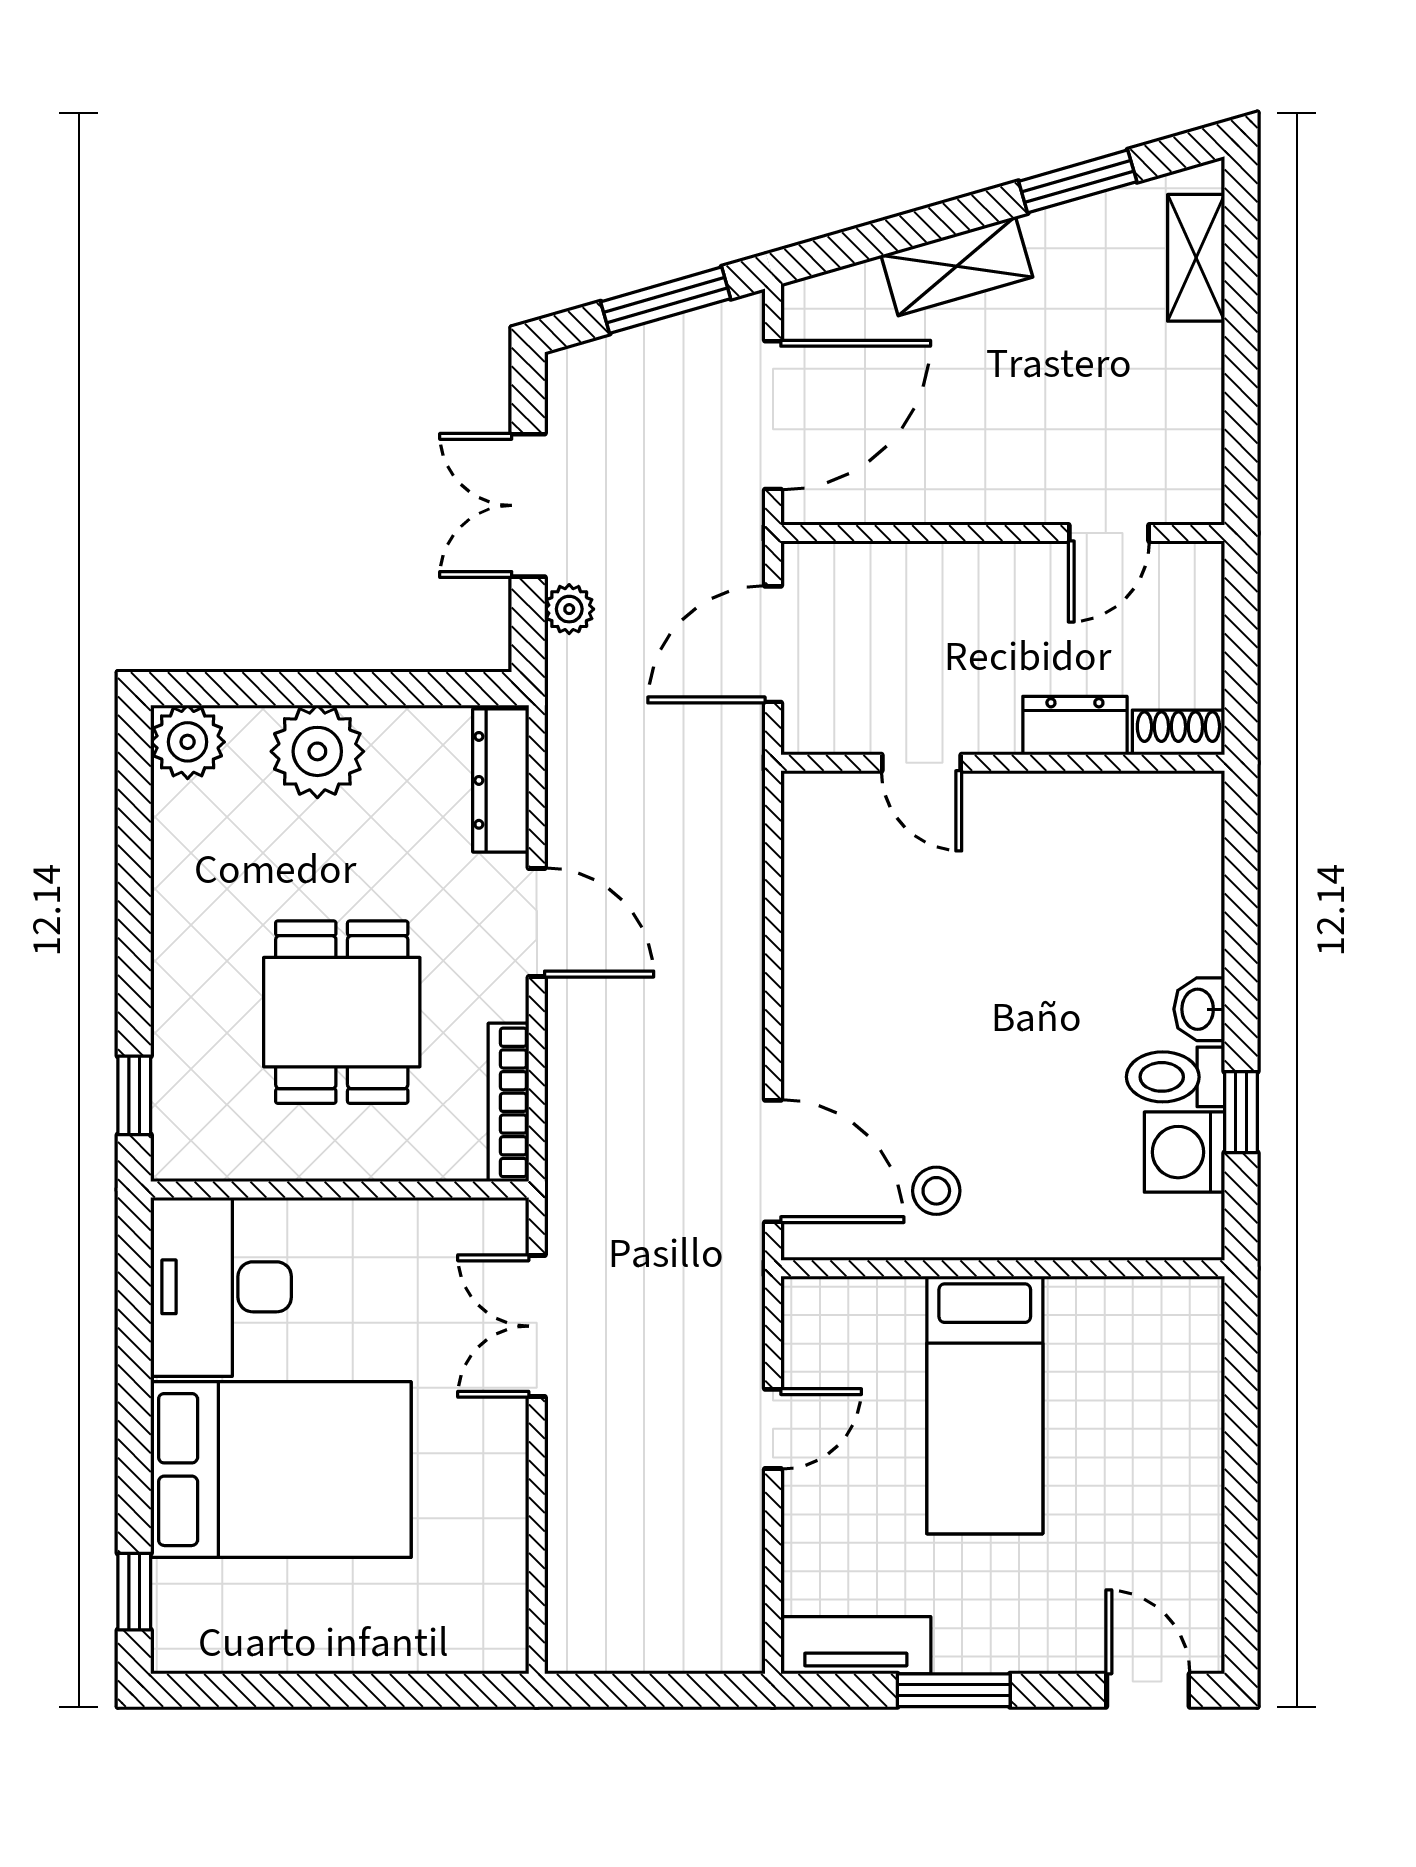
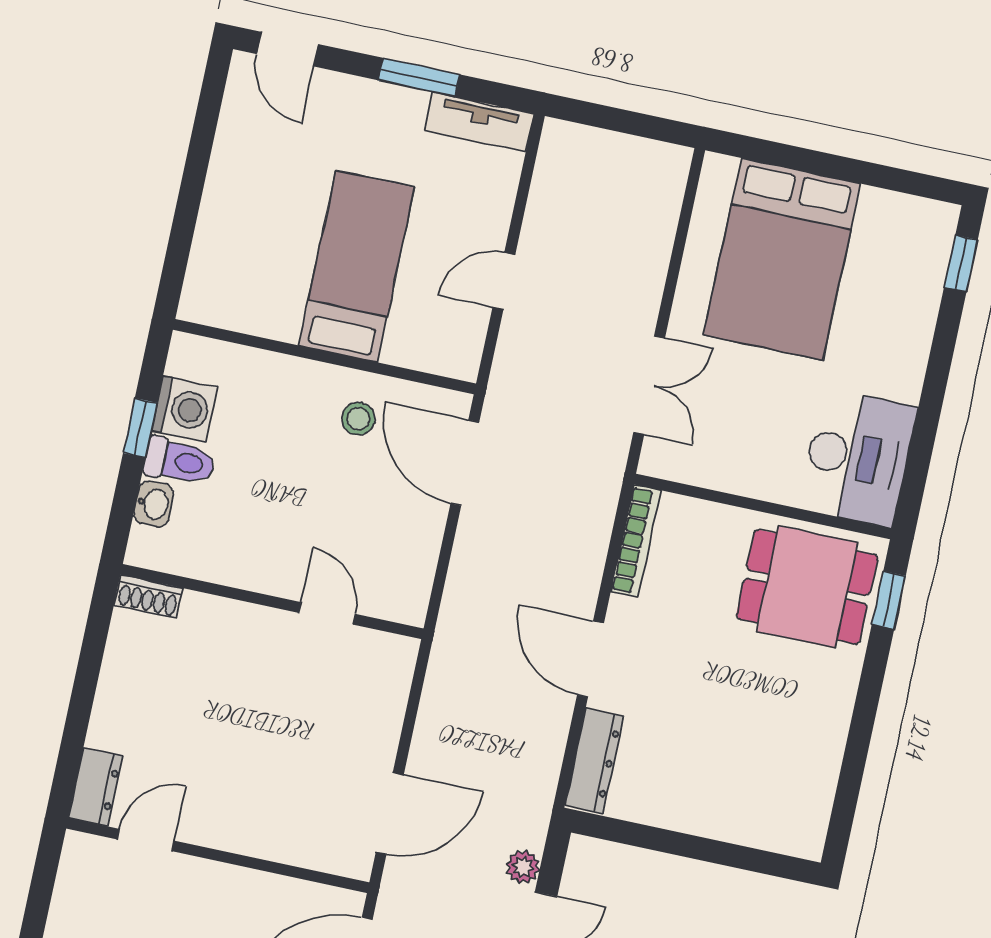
dresser: (1075, 726) -> (96, 787), moved, turned -90
shoe rack: (1178, 732) -> (148, 597), moved
plant: (188, 742) -> (801, 832), removed
plant: (317, 751) -> (714, 807), removed
door: (922, 763) -> (327, 613), moved
wall: (1003, 763) -> (272, 602), moved
dining table: (342, 1012) -> (807, 587), moved, turned 90
bed: (281, 1470) -> (782, 259), moved, turned -90

